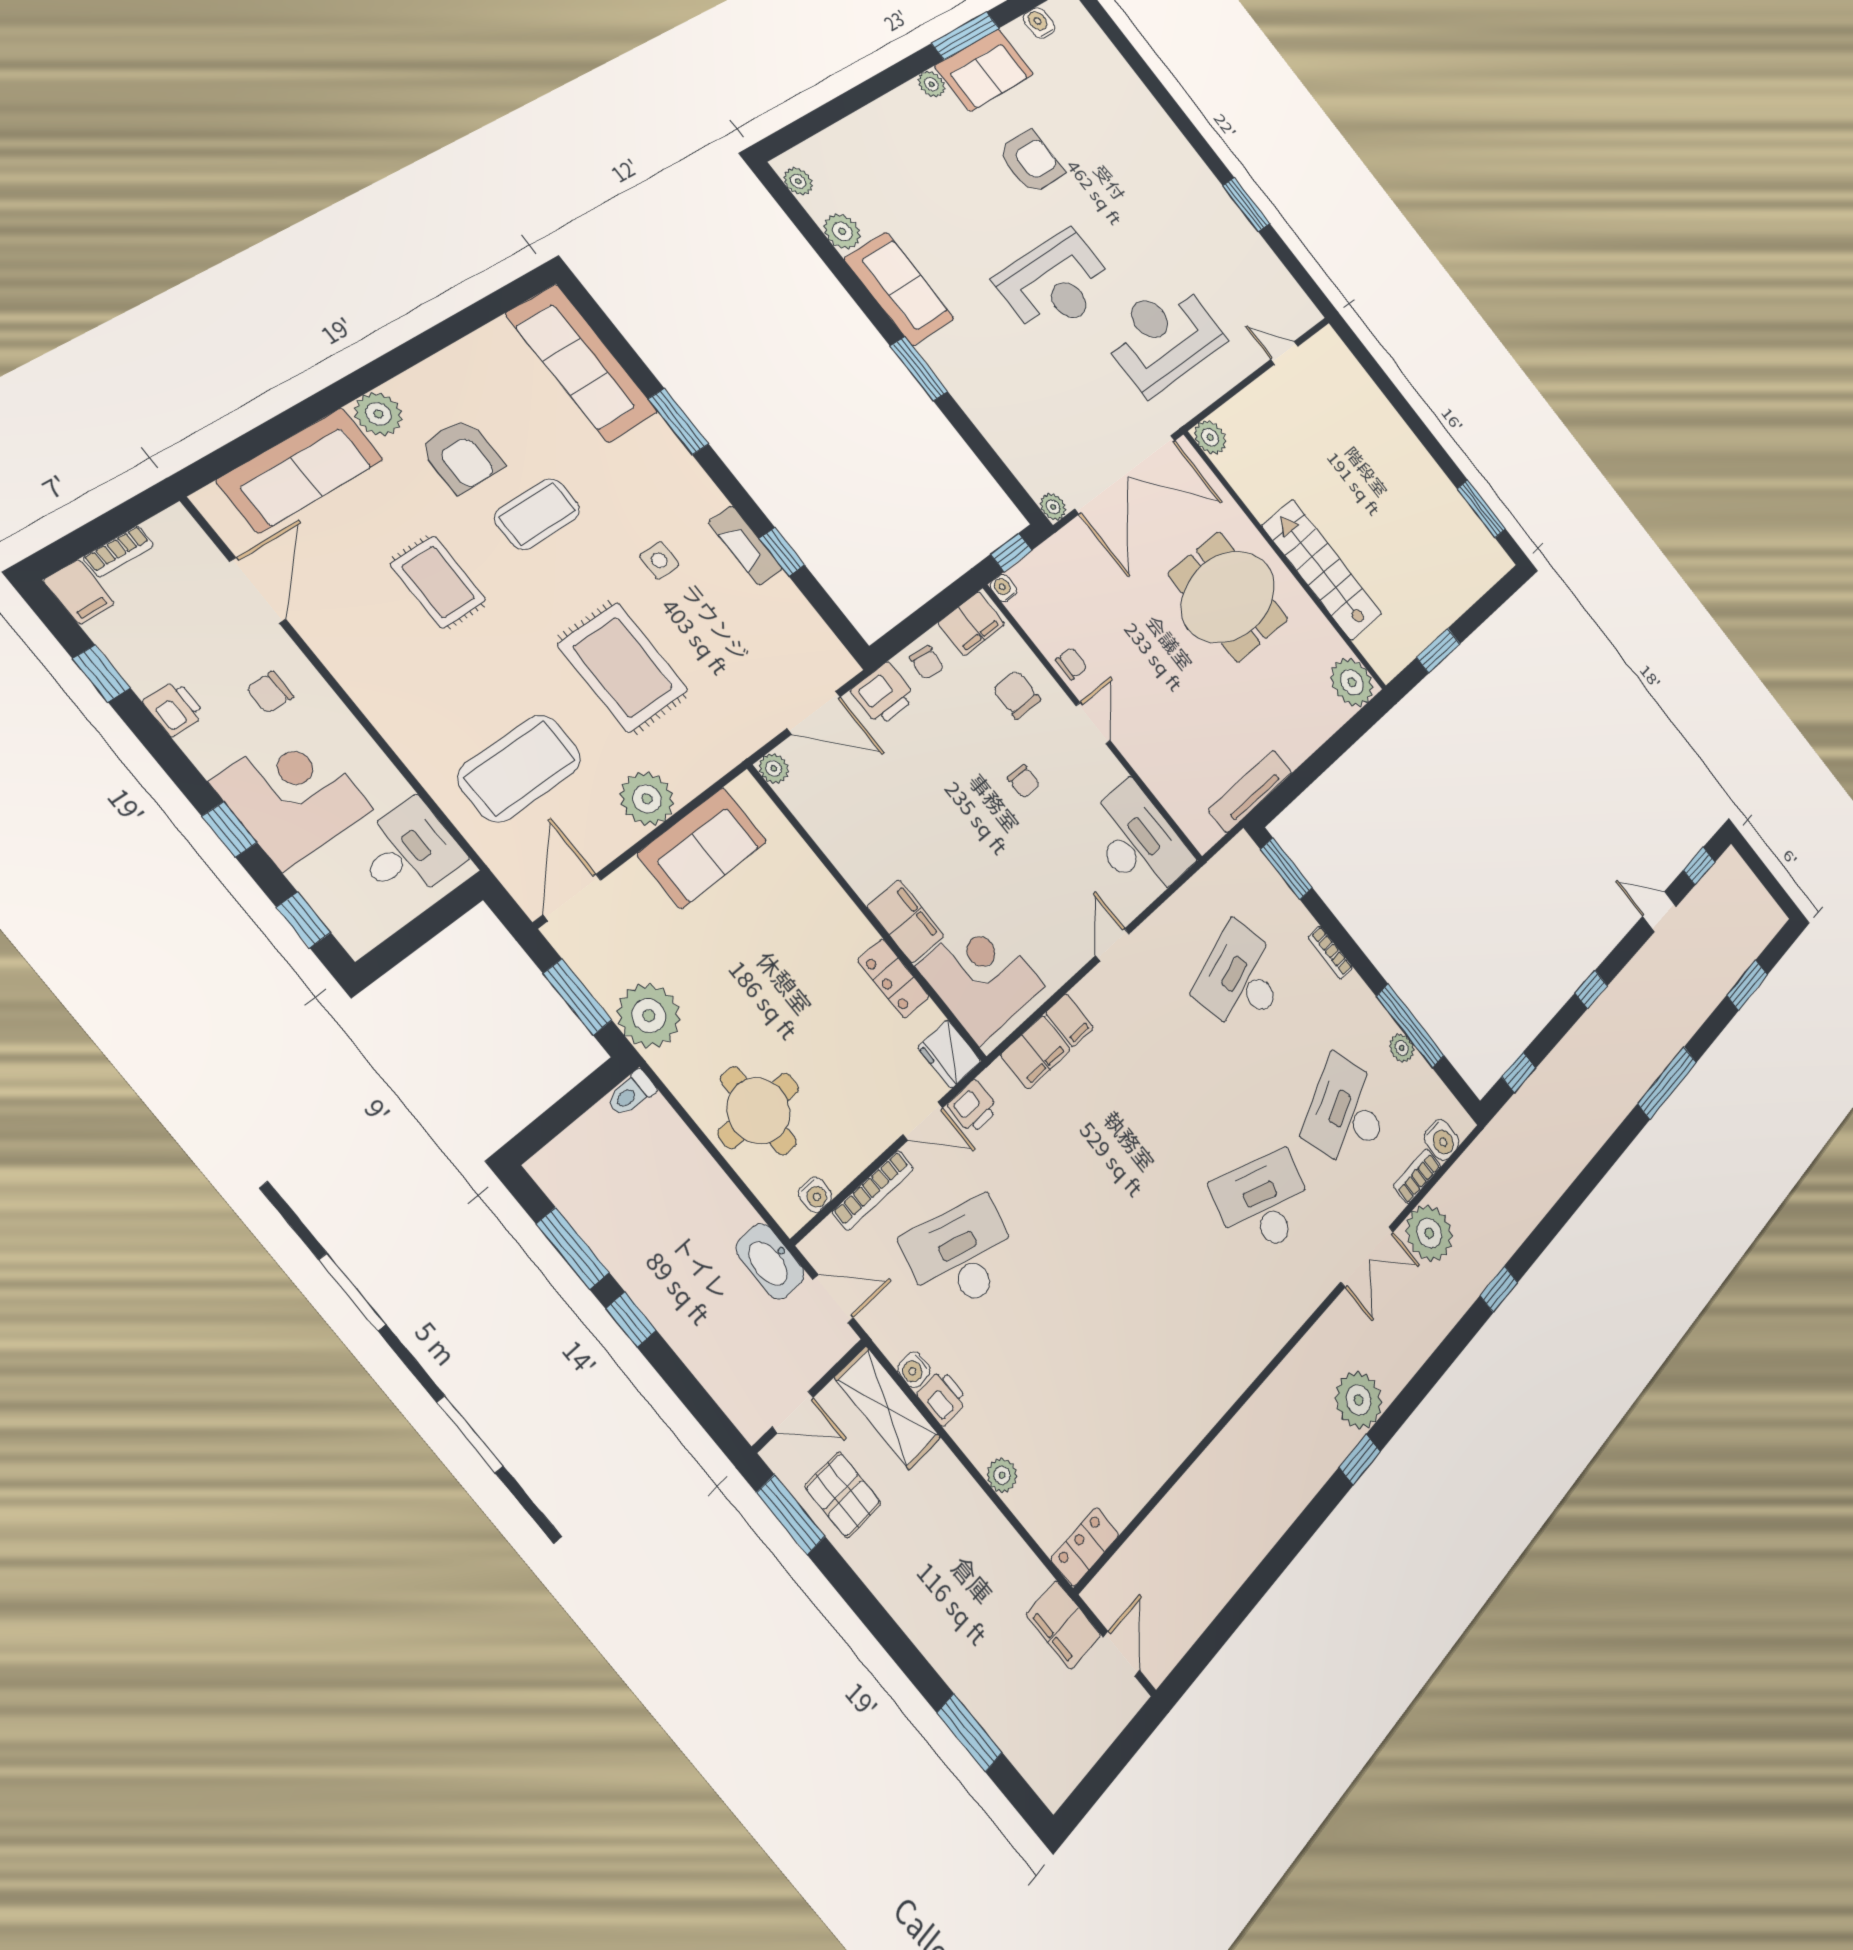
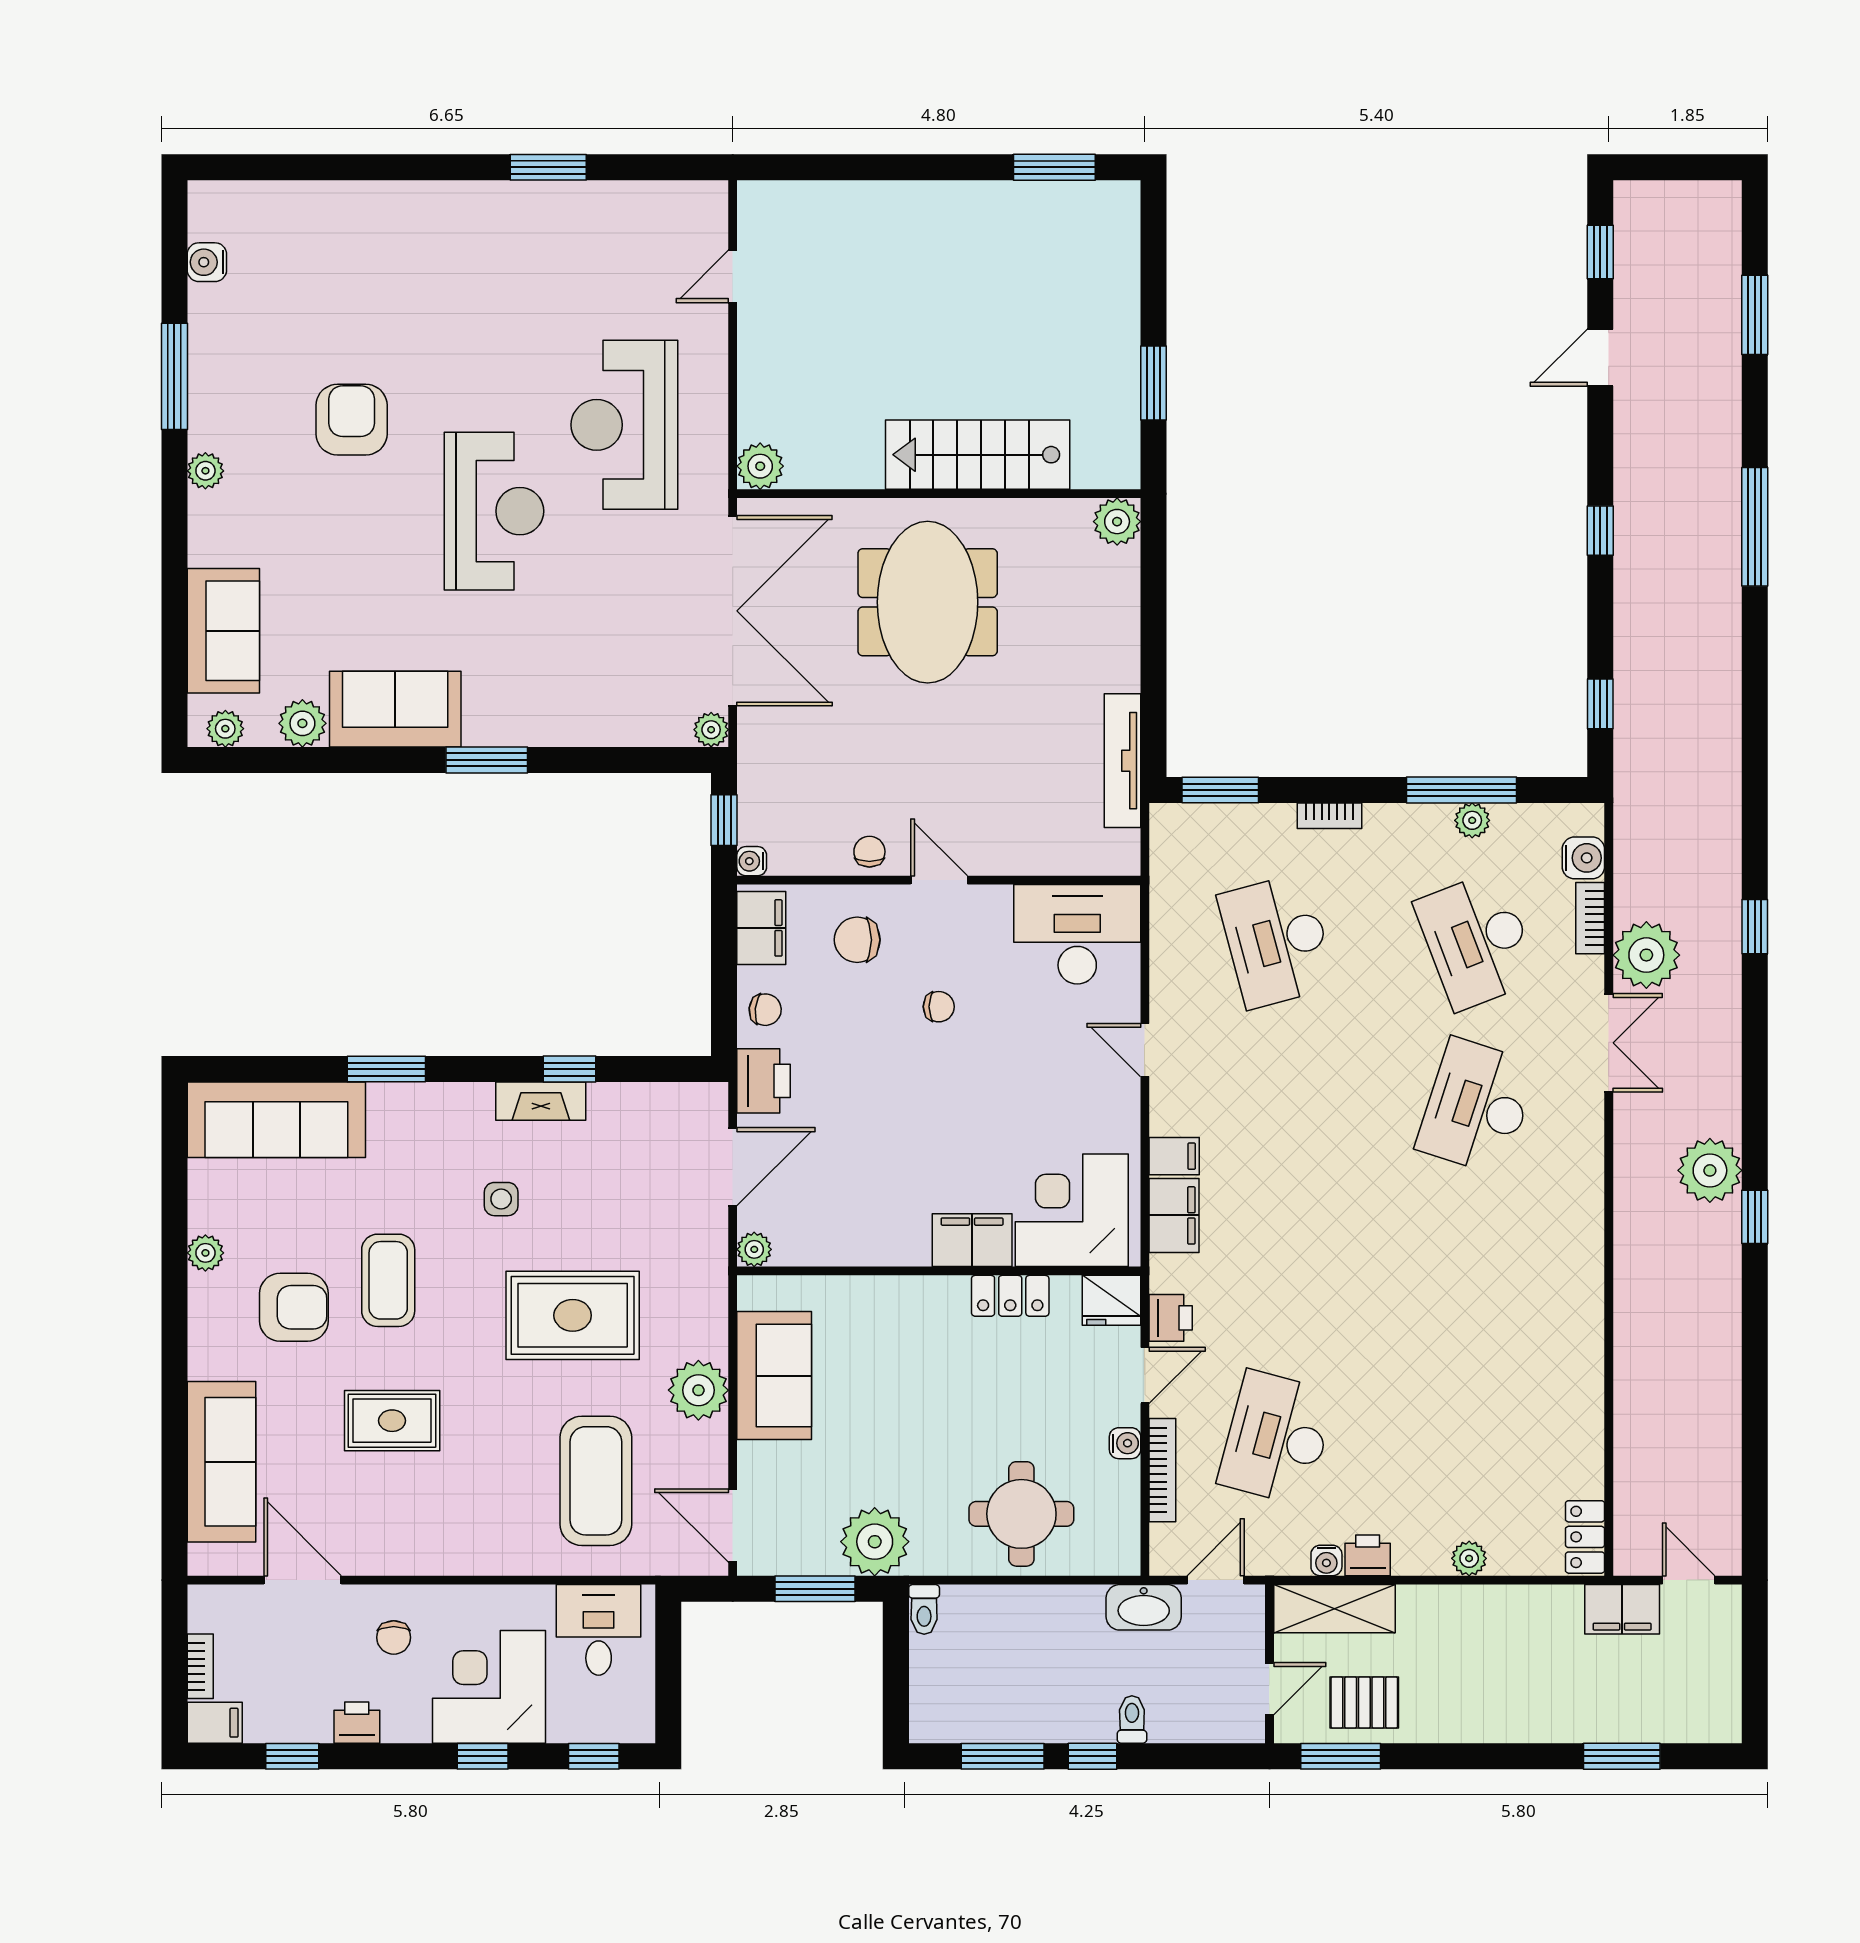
sofa: (984, 70) -> (223, 631), moved
plant: (378, 414) -> (205, 1253), moved, width x0.73, depth x0.73
plant: (1352, 682) -> (1117, 522), width x0.73, depth x0.73
water cooler: (815, 1195) -> (1125, 1443), moved
toilet: (683, 1326) -> (1132, 1720), added

